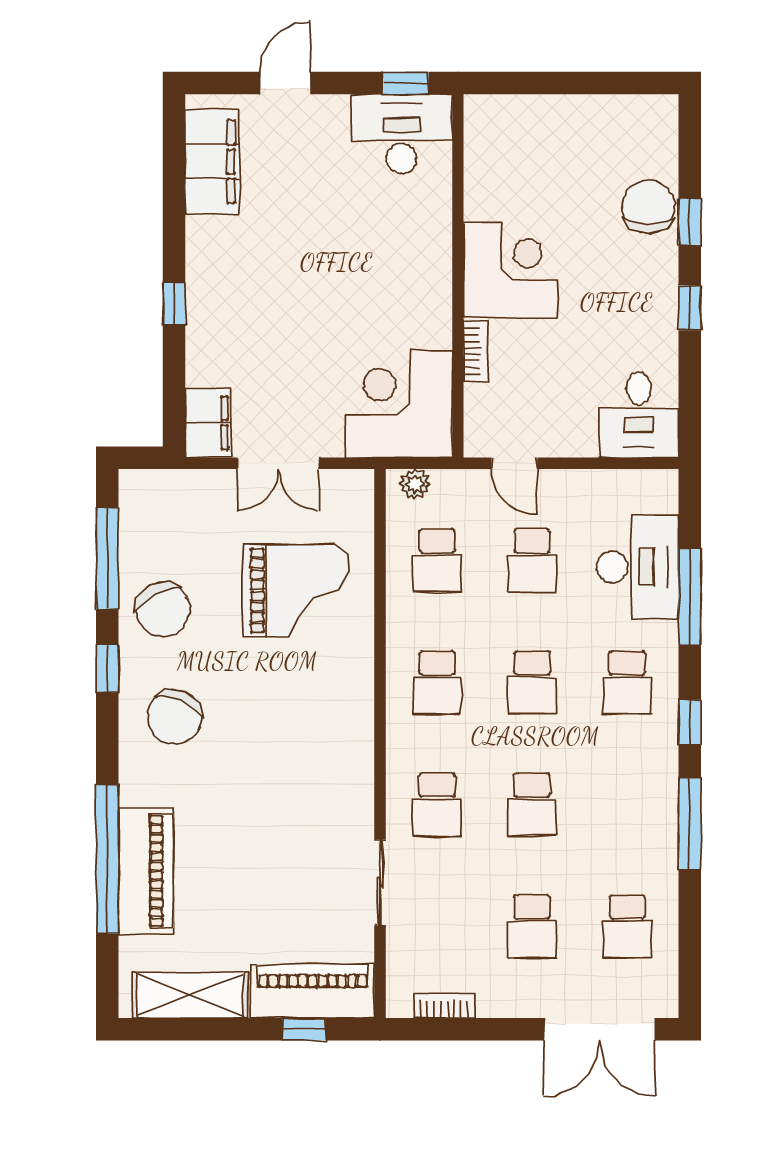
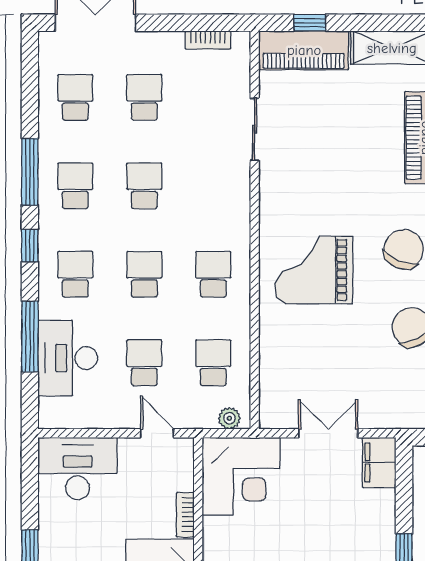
desk: (639, 415) -> (78, 468), width x1.37
grand piano: (296, 591) -> (314, 270), moved
school desk: (437, 804) -> (75, 186), moved

